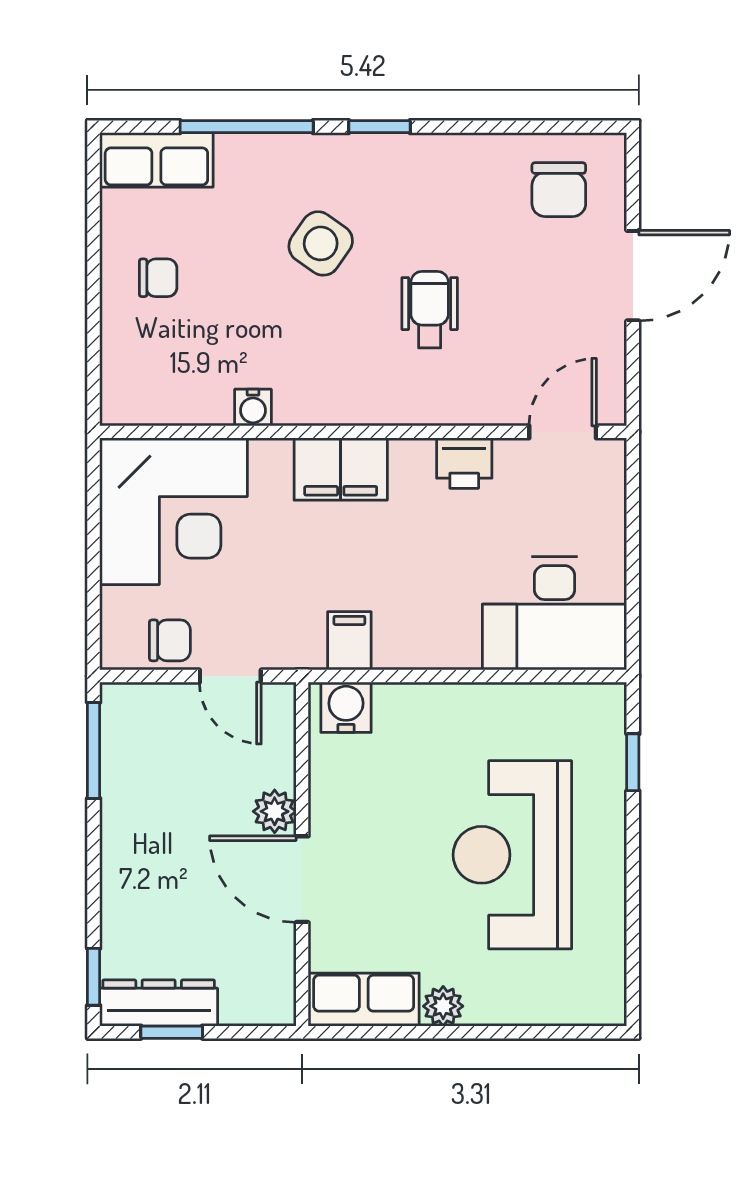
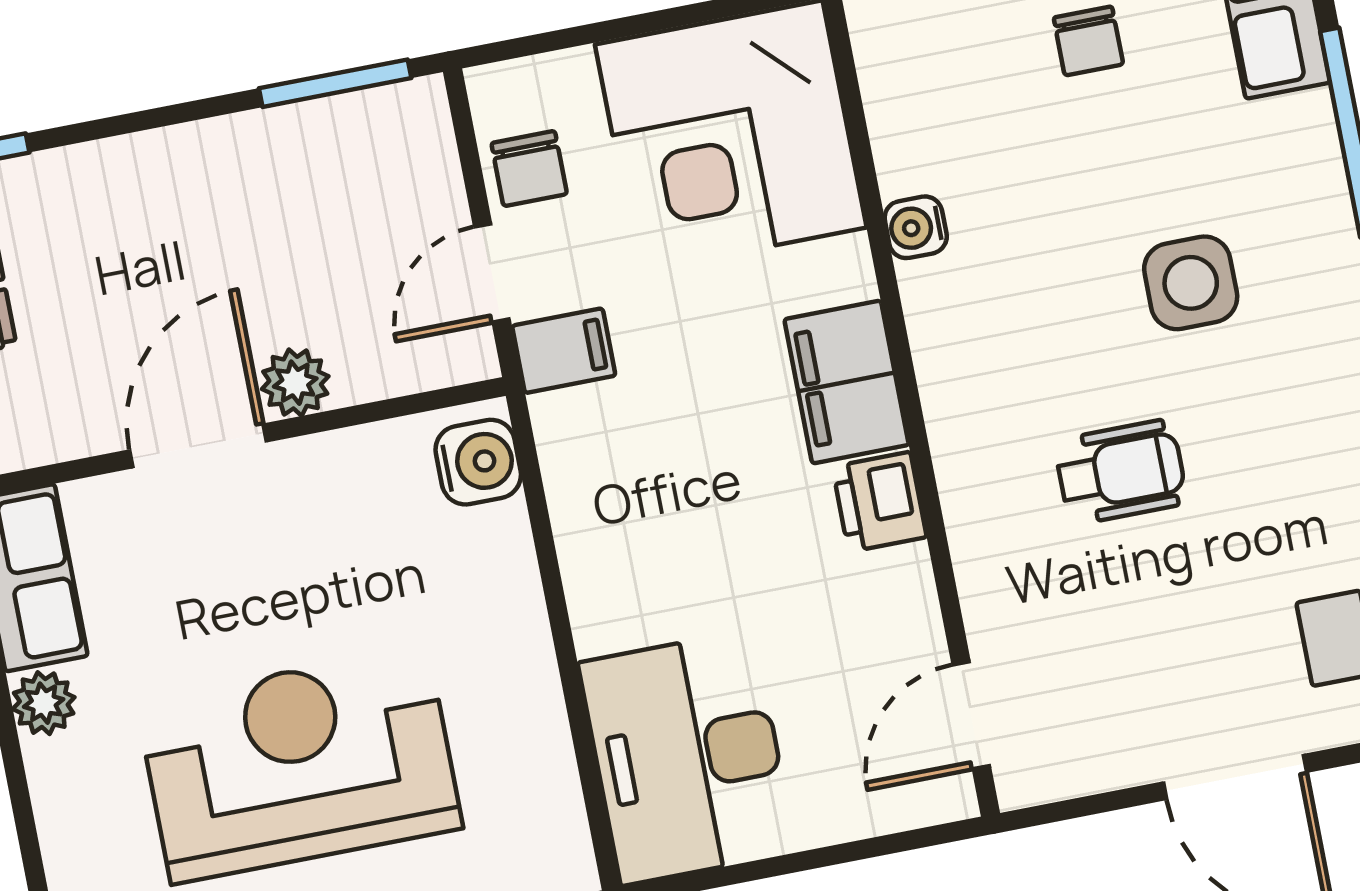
side table: (321, 243) -> (1191, 283), turned -35
door: (563, 432) -> (971, 715), swing flipped
printer: (464, 463) -> (879, 502), moved
filing cabinet: (349, 641) -> (564, 351), moved

